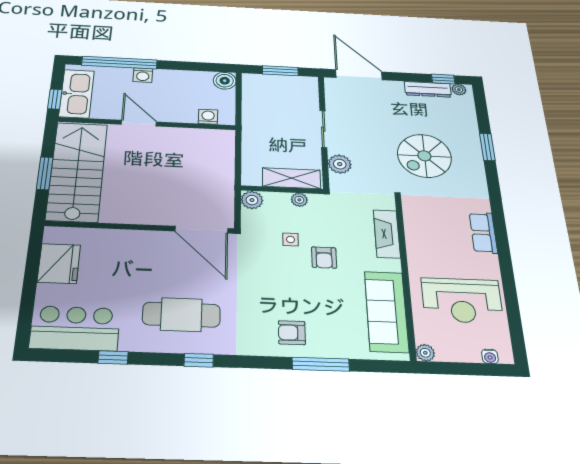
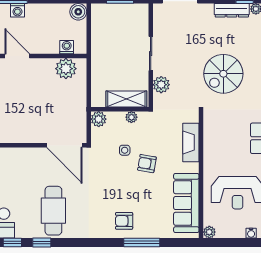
plant: (206, 140) -> (66, 69), added
armchair: (324, 258) -> (147, 164), turned 100
cafe table: (181, 315) -> (53, 211), turned 90
window: (199, 360) -> (42, 242), moved

